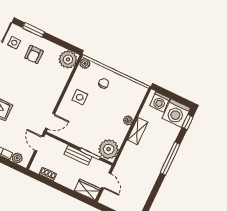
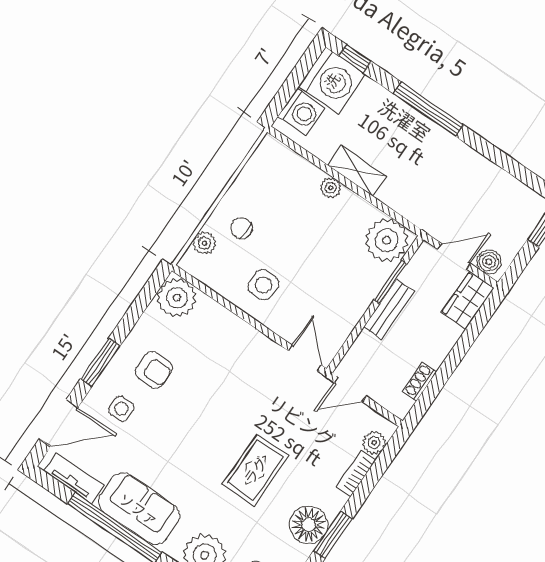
plant: (85, 63) -> (204, 243), moved
boiler: (106, 197) -> (489, 262), added

